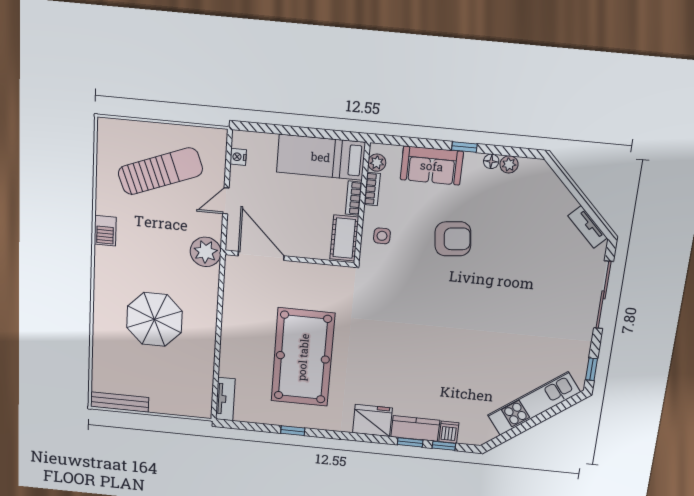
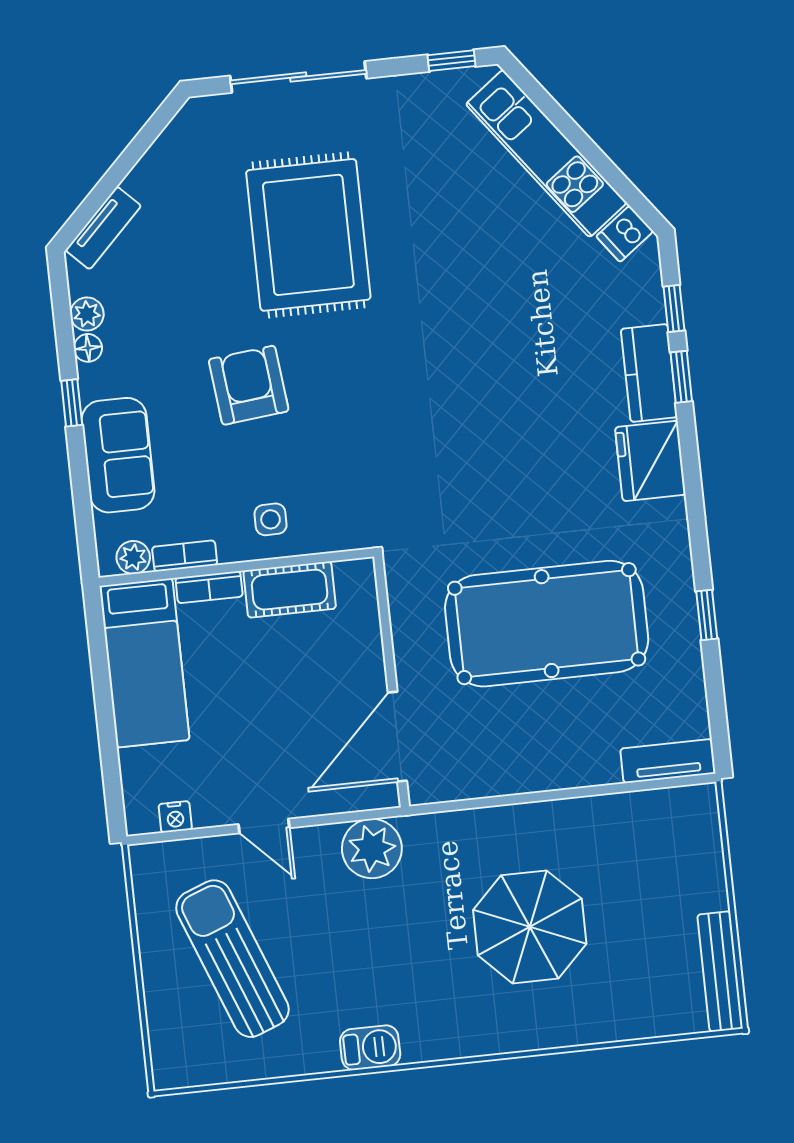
tv unit: (588, 227) -> (103, 228), moved
door: (261, 256) -> (397, 737), moved
wall: (290, 259) -> (392, 681), moved
rug: (522, 284) -> (308, 235), added
dishwasher: (449, 432) -> (625, 234), moved, turned -37

